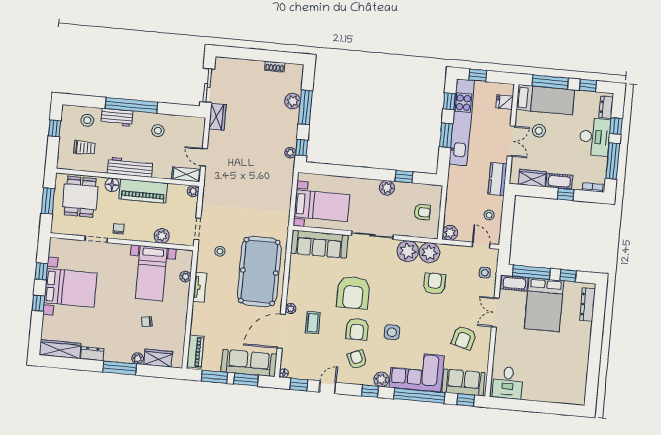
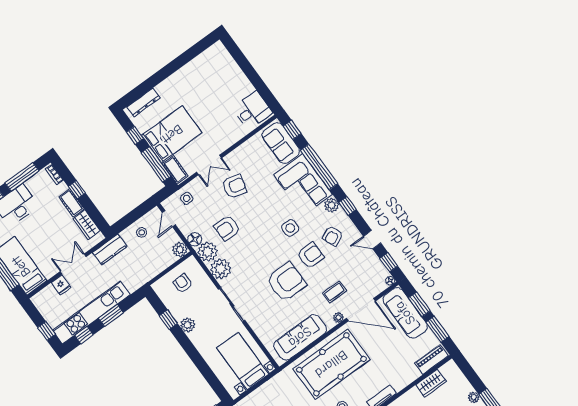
fridge: (505, 102) -> (61, 285), moved
stool: (539, 131) -> (48, 250), removed
sofa: (319, 244) -> (300, 337), moved, turned -90
floor lamp: (448, 251) -> (195, 239), added
armchair: (464, 338) -> (234, 186), moved
wardrobe: (158, 358) -> (431, 383), moved, turned -90

